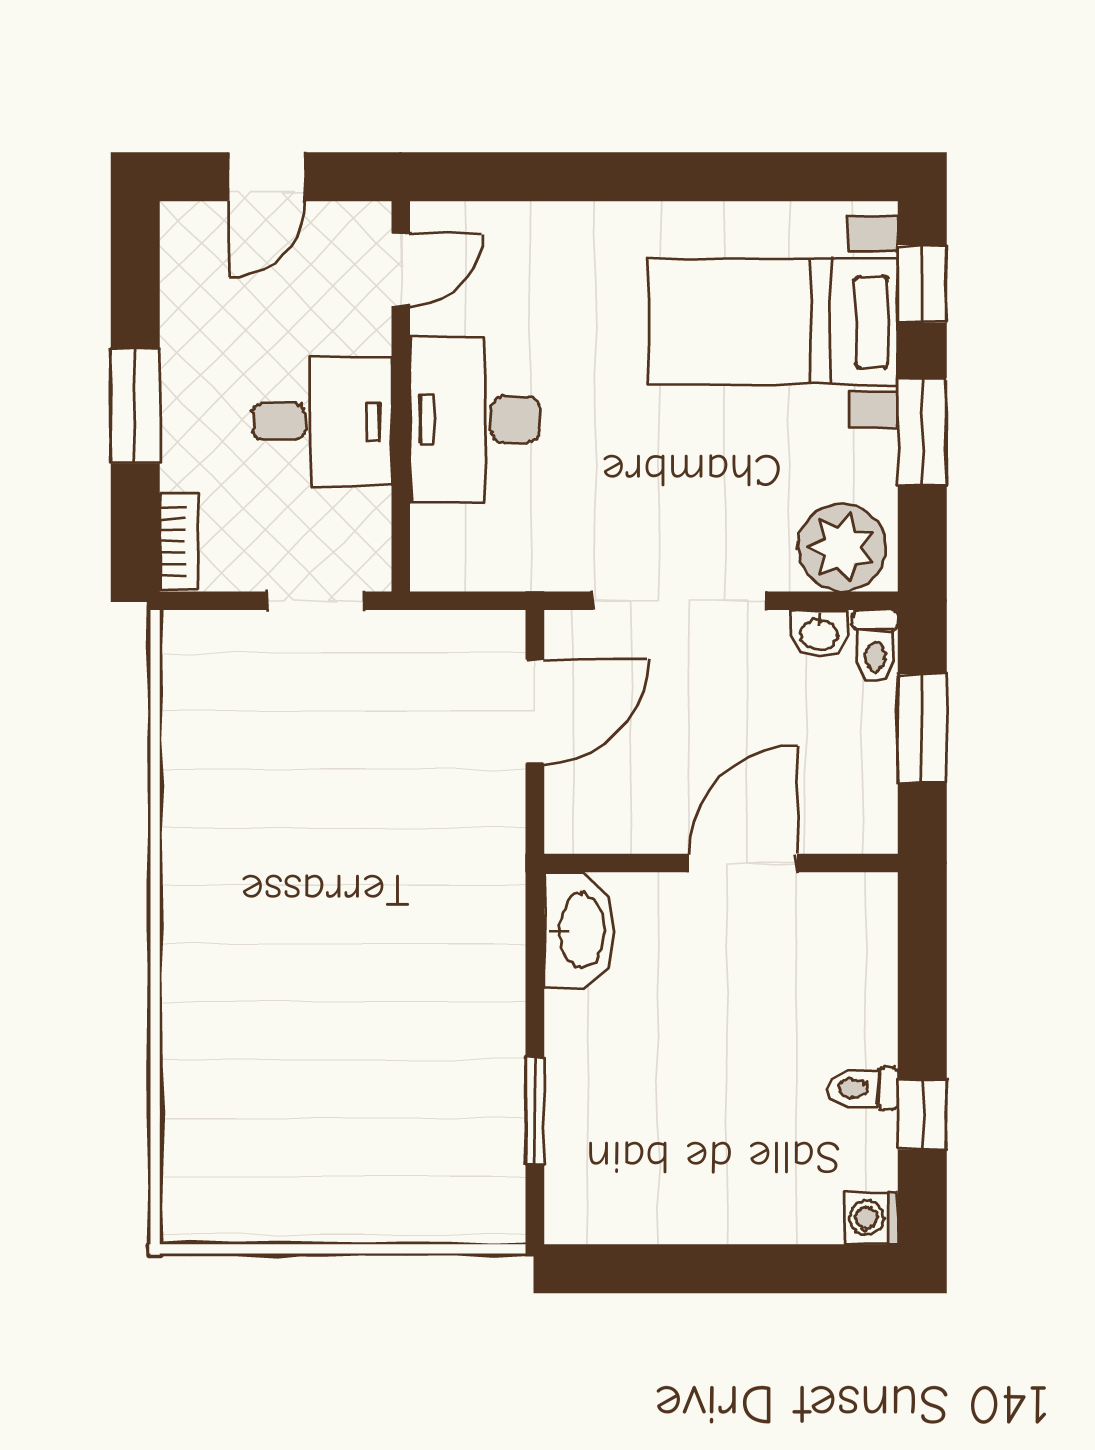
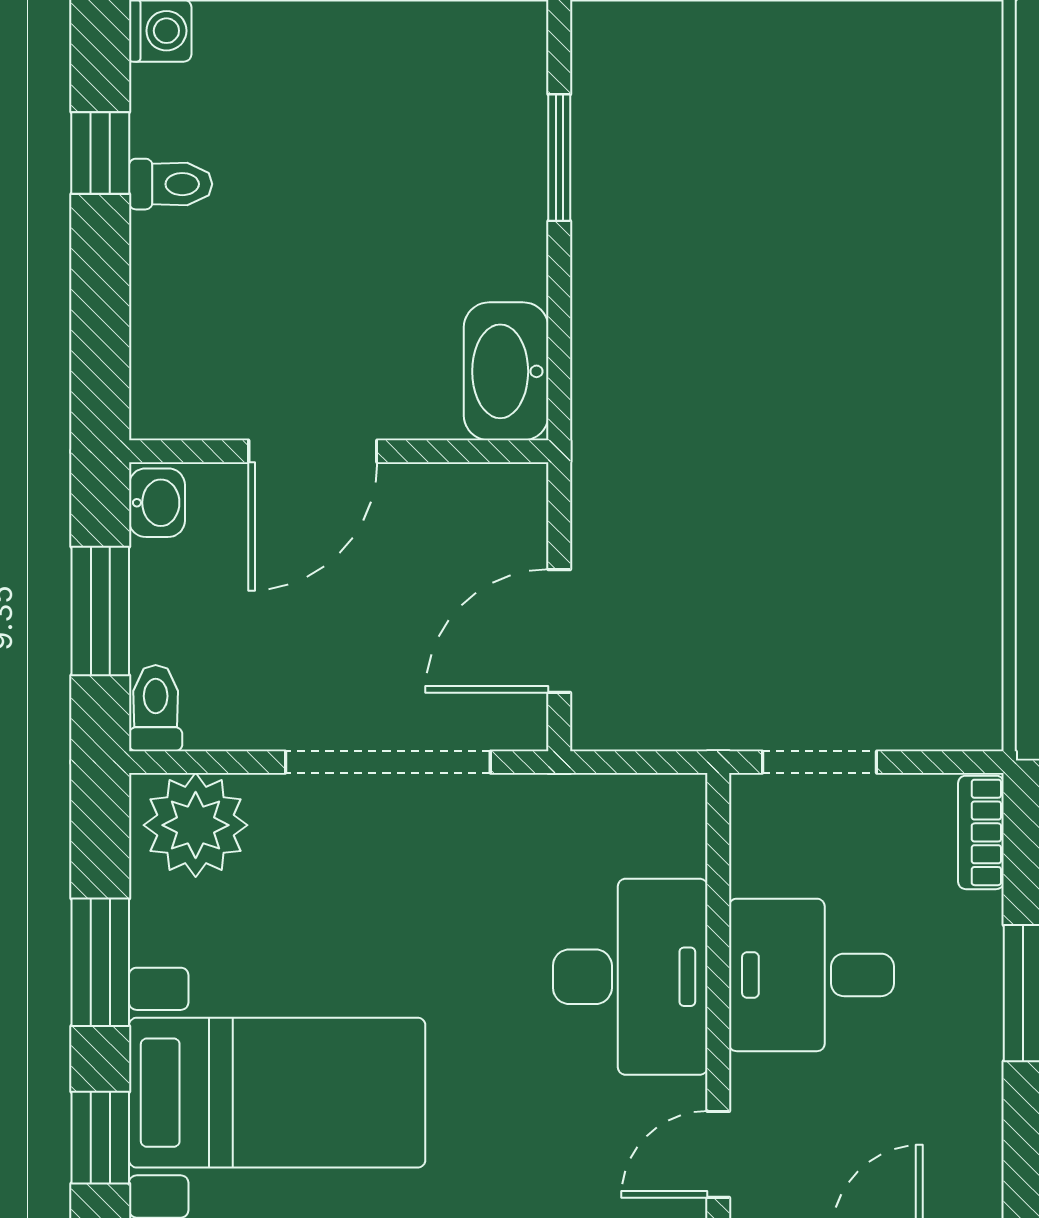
washbasin: (819, 633) -> (157, 503), moved, turned 90

